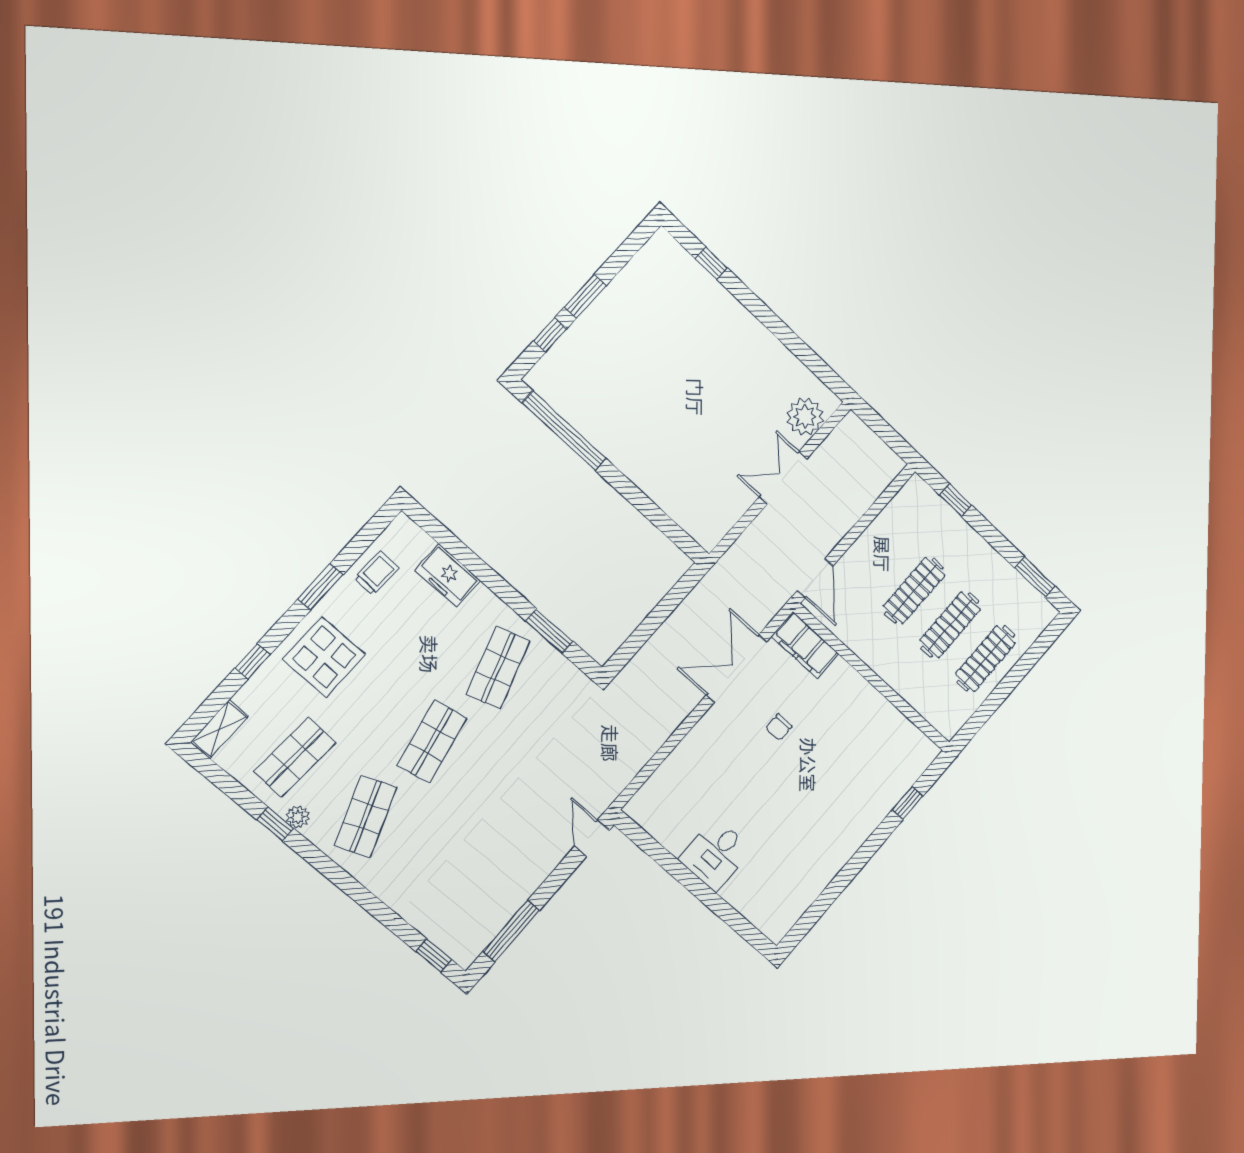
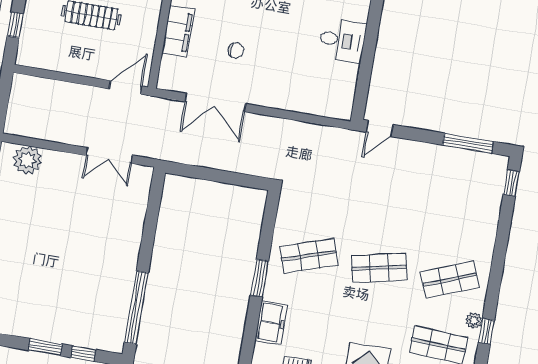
double door: (783, 478) -> (109, 155), moved
window: (549, 631) -> (259, 278), moved
filing cabinet: (805, 645) -> (178, 31), moved

